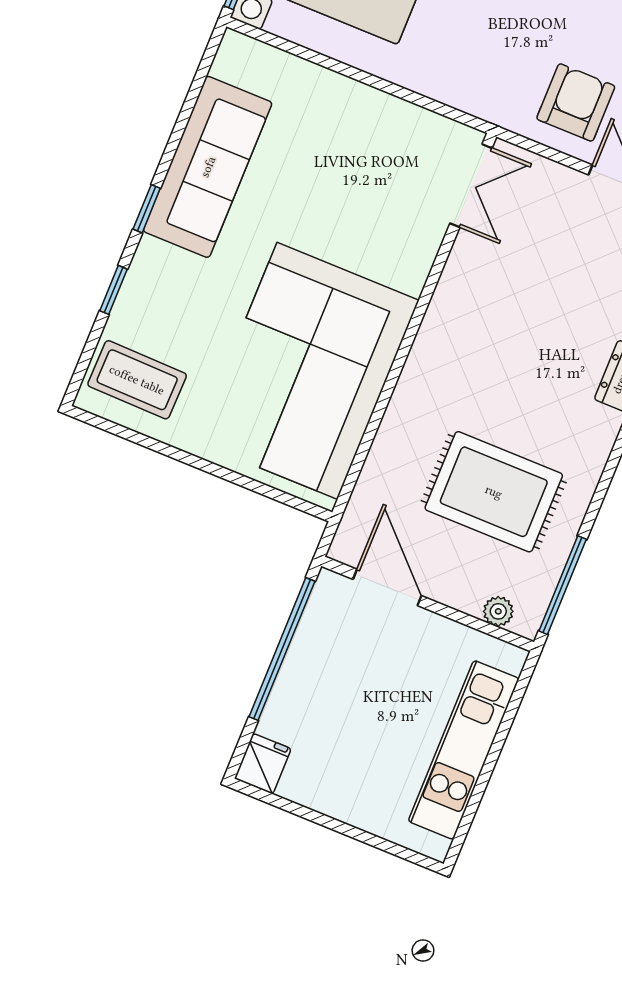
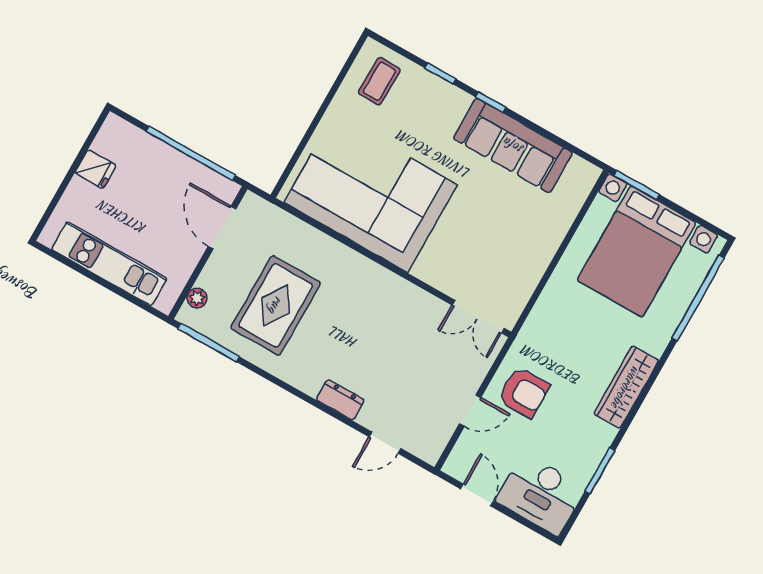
coffee table: (137, 380) -> (379, 81), width x0.73, depth x0.77
door: (387, 587) -> (222, 227), swing flipped
fridge: (263, 764) -> (96, 169), moved

